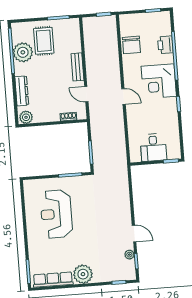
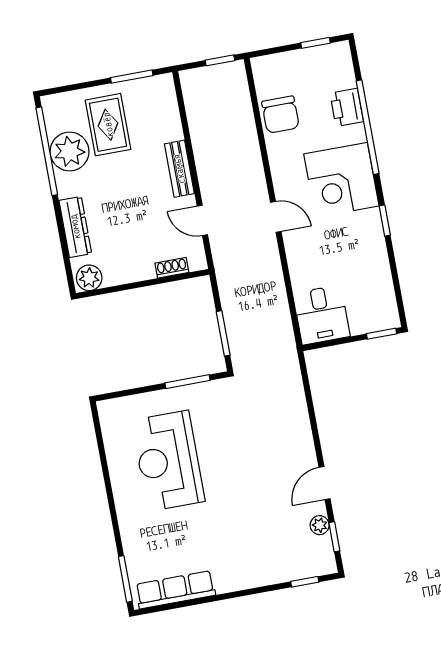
desk: (153, 147) -> (322, 315), moved
door: (134, 234) -> (324, 483), swing flipped
plant: (83, 274) -> (233, 573), removed

